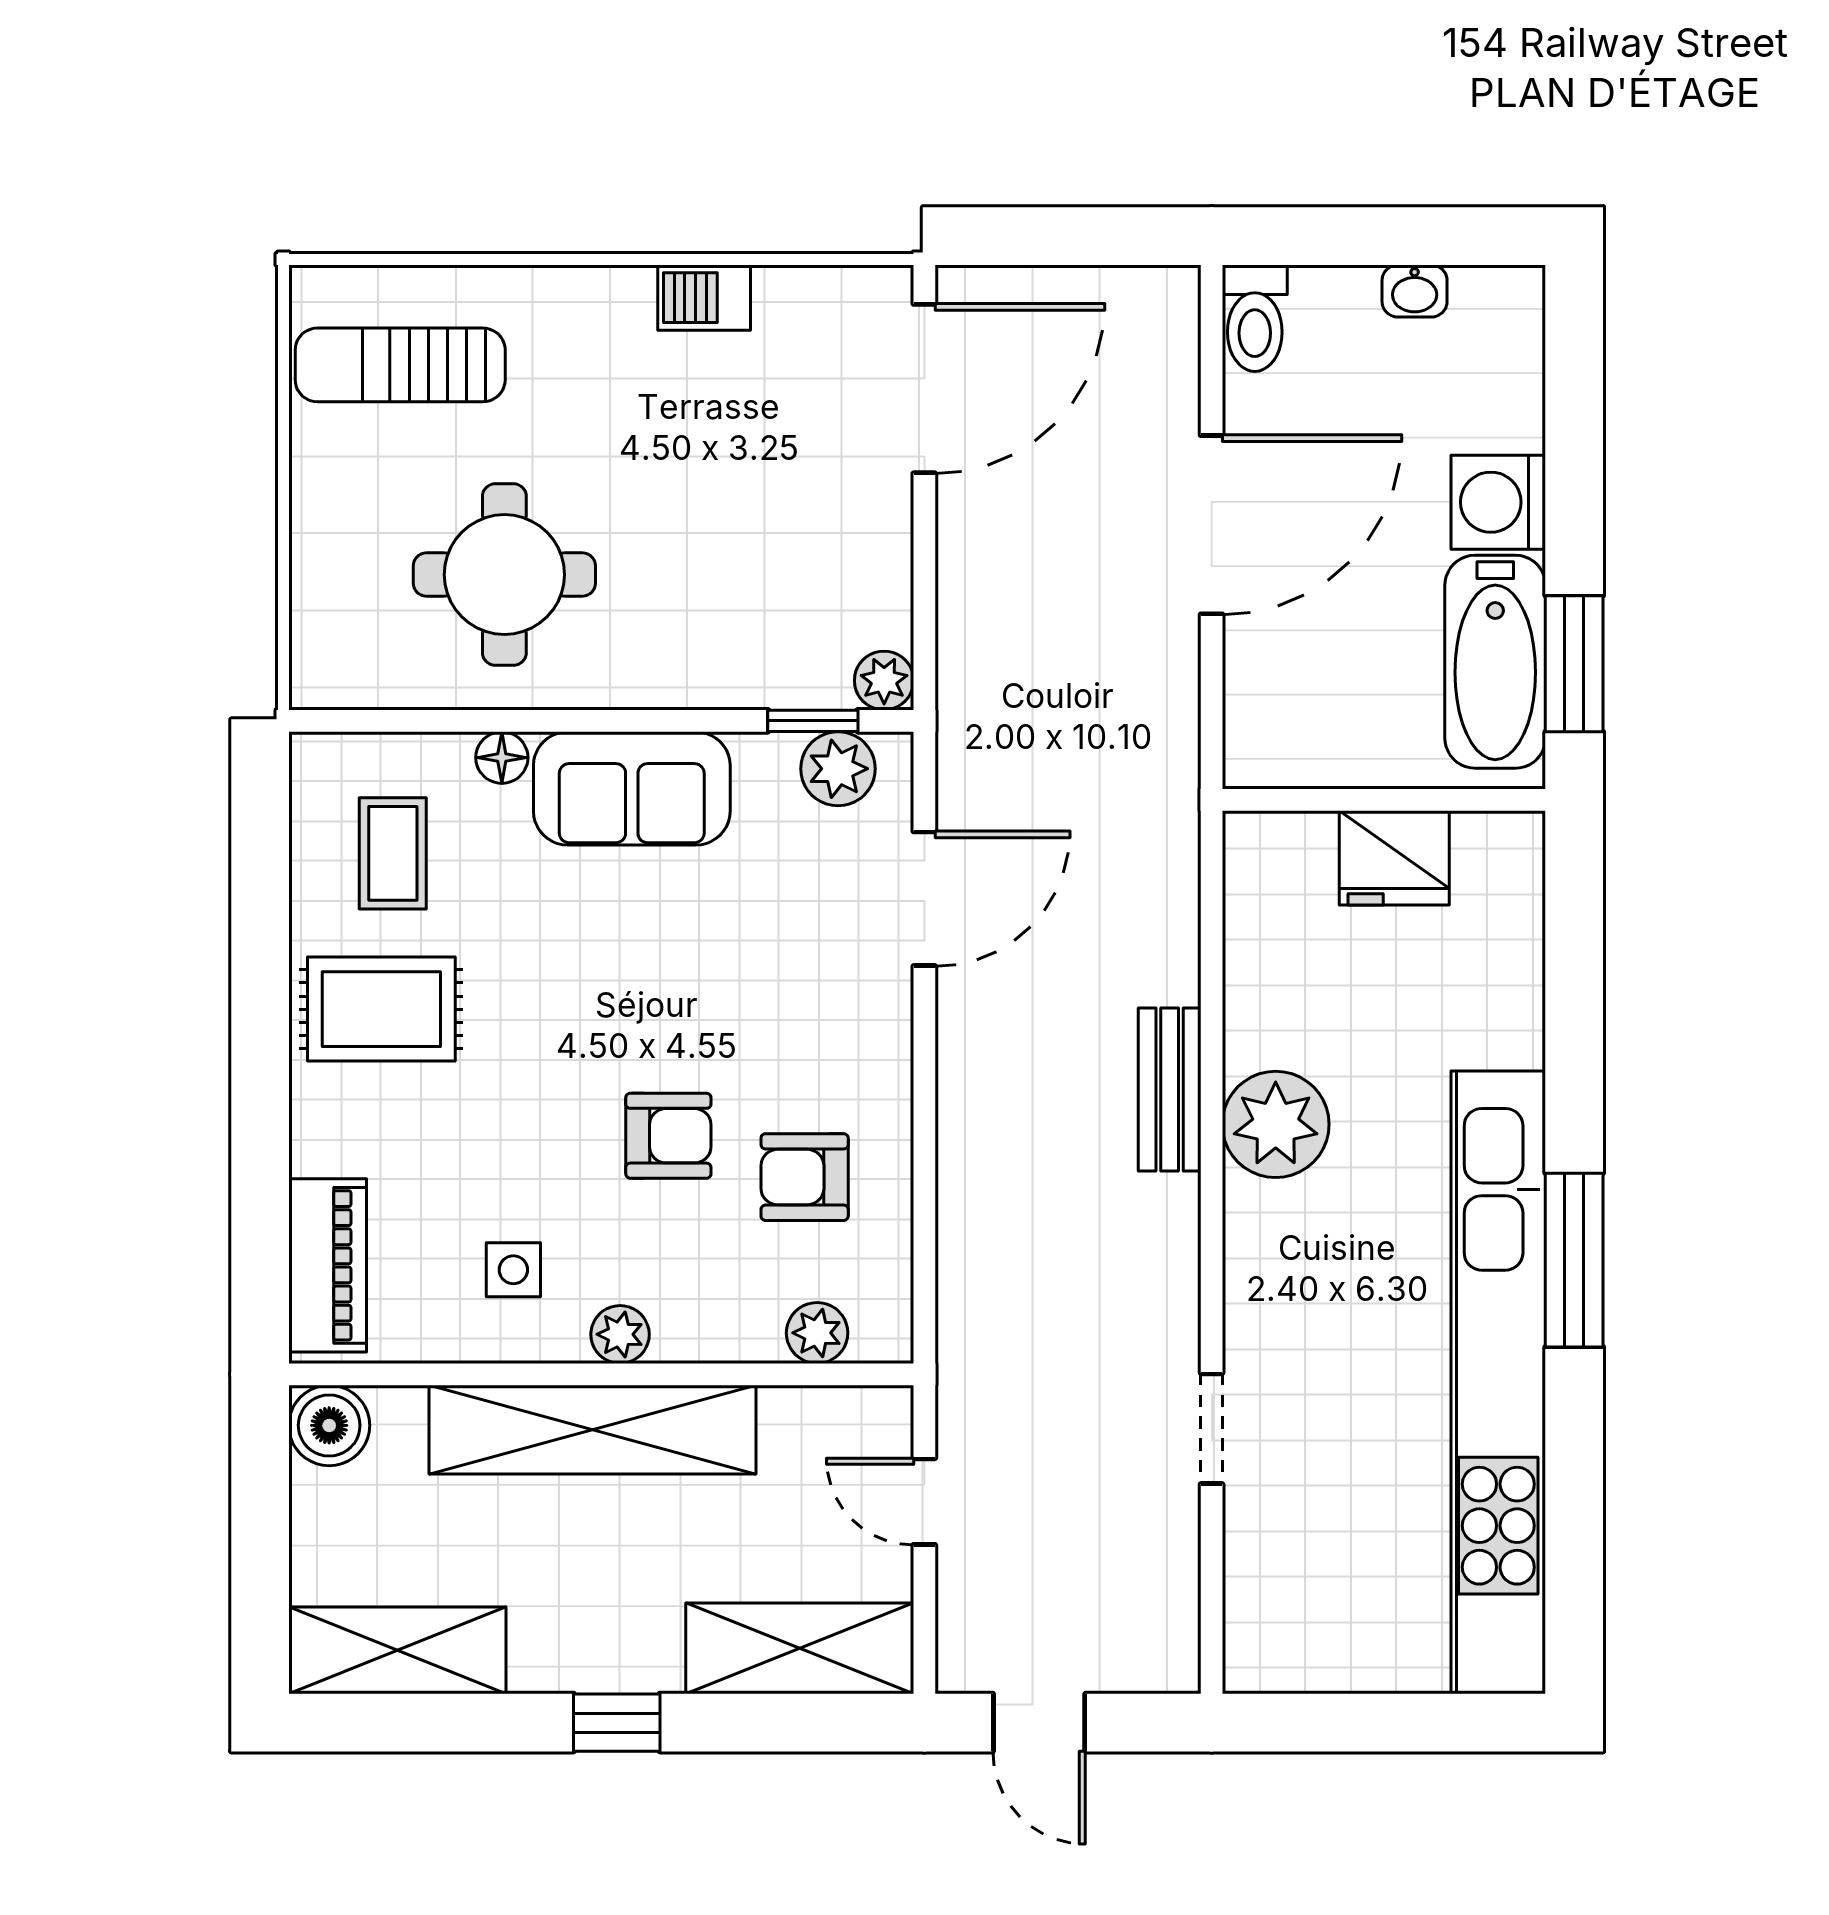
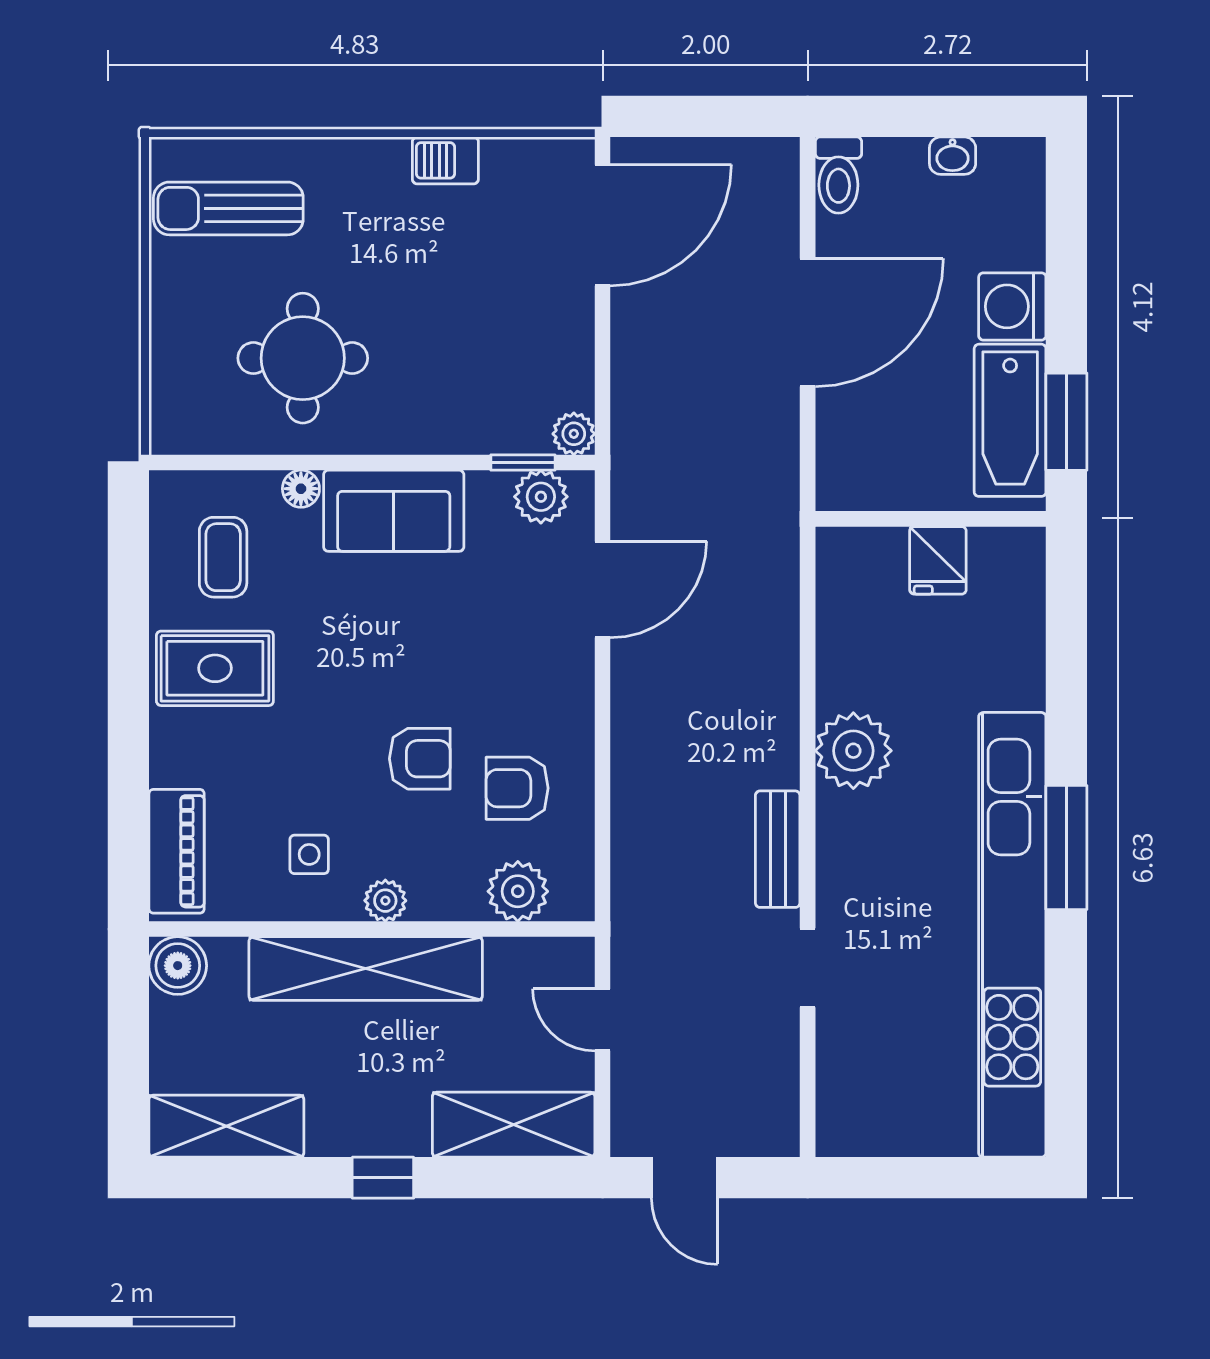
fridge: (1394, 858) -> (938, 560), width x0.72
bench: (1170, 1090) -> (778, 849), moved
plant: (817, 1333) -> (518, 891), width x1.38, depth x1.38

